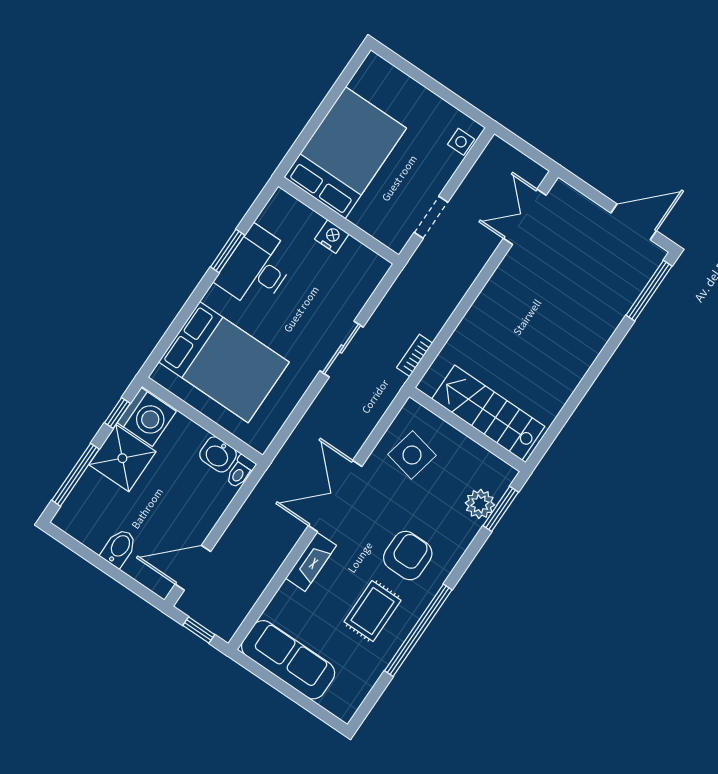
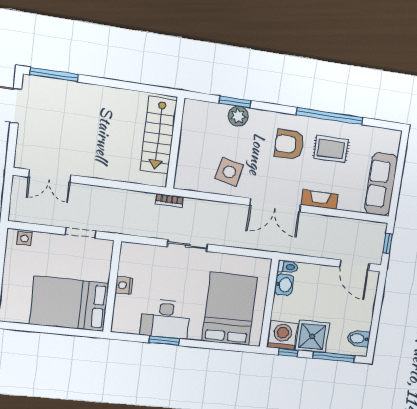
stairs: (488, 413) -> (159, 135), moved
wall: (467, 430) -> (175, 143), moved
bidet: (119, 548) -> (359, 338), moved

